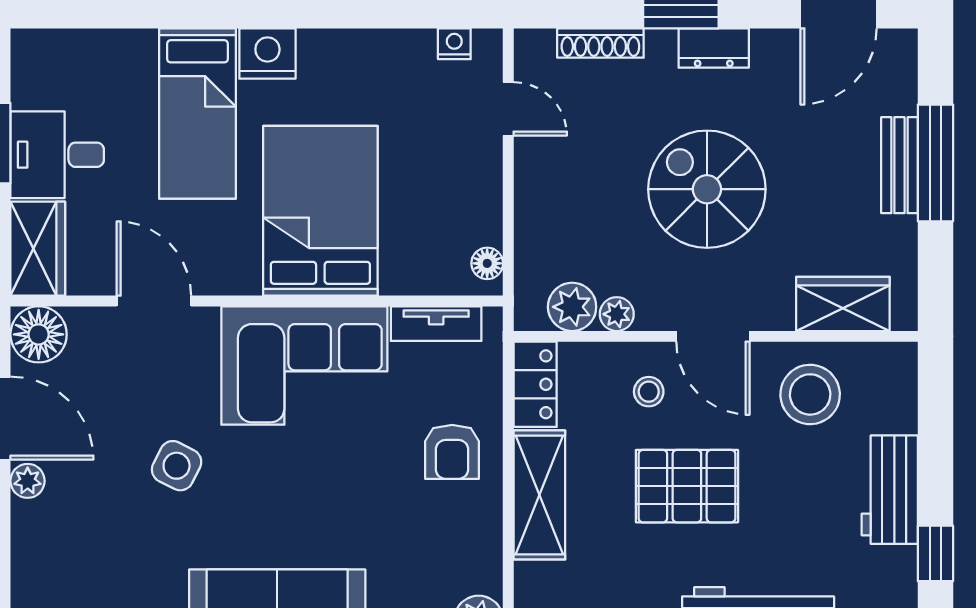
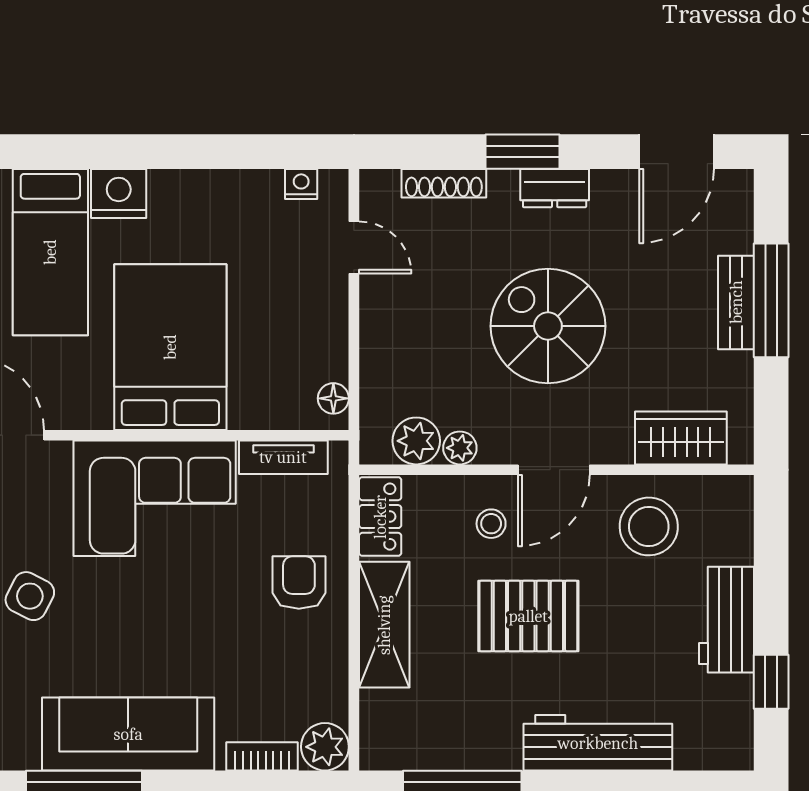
door: (713, 336) -> (554, 470), hinge flipped
armchair: (452, 452) -> (299, 583), turned 180

